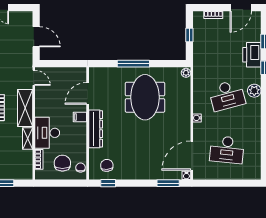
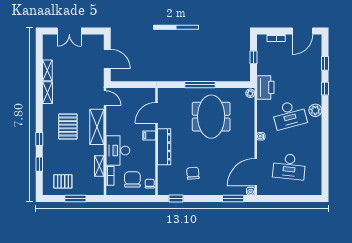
printer: (252, 55) -> (265, 87), moved, turned 180
shelving: (28, 139) -> (99, 166), moved
chair: (107, 165) -> (193, 173), moved

